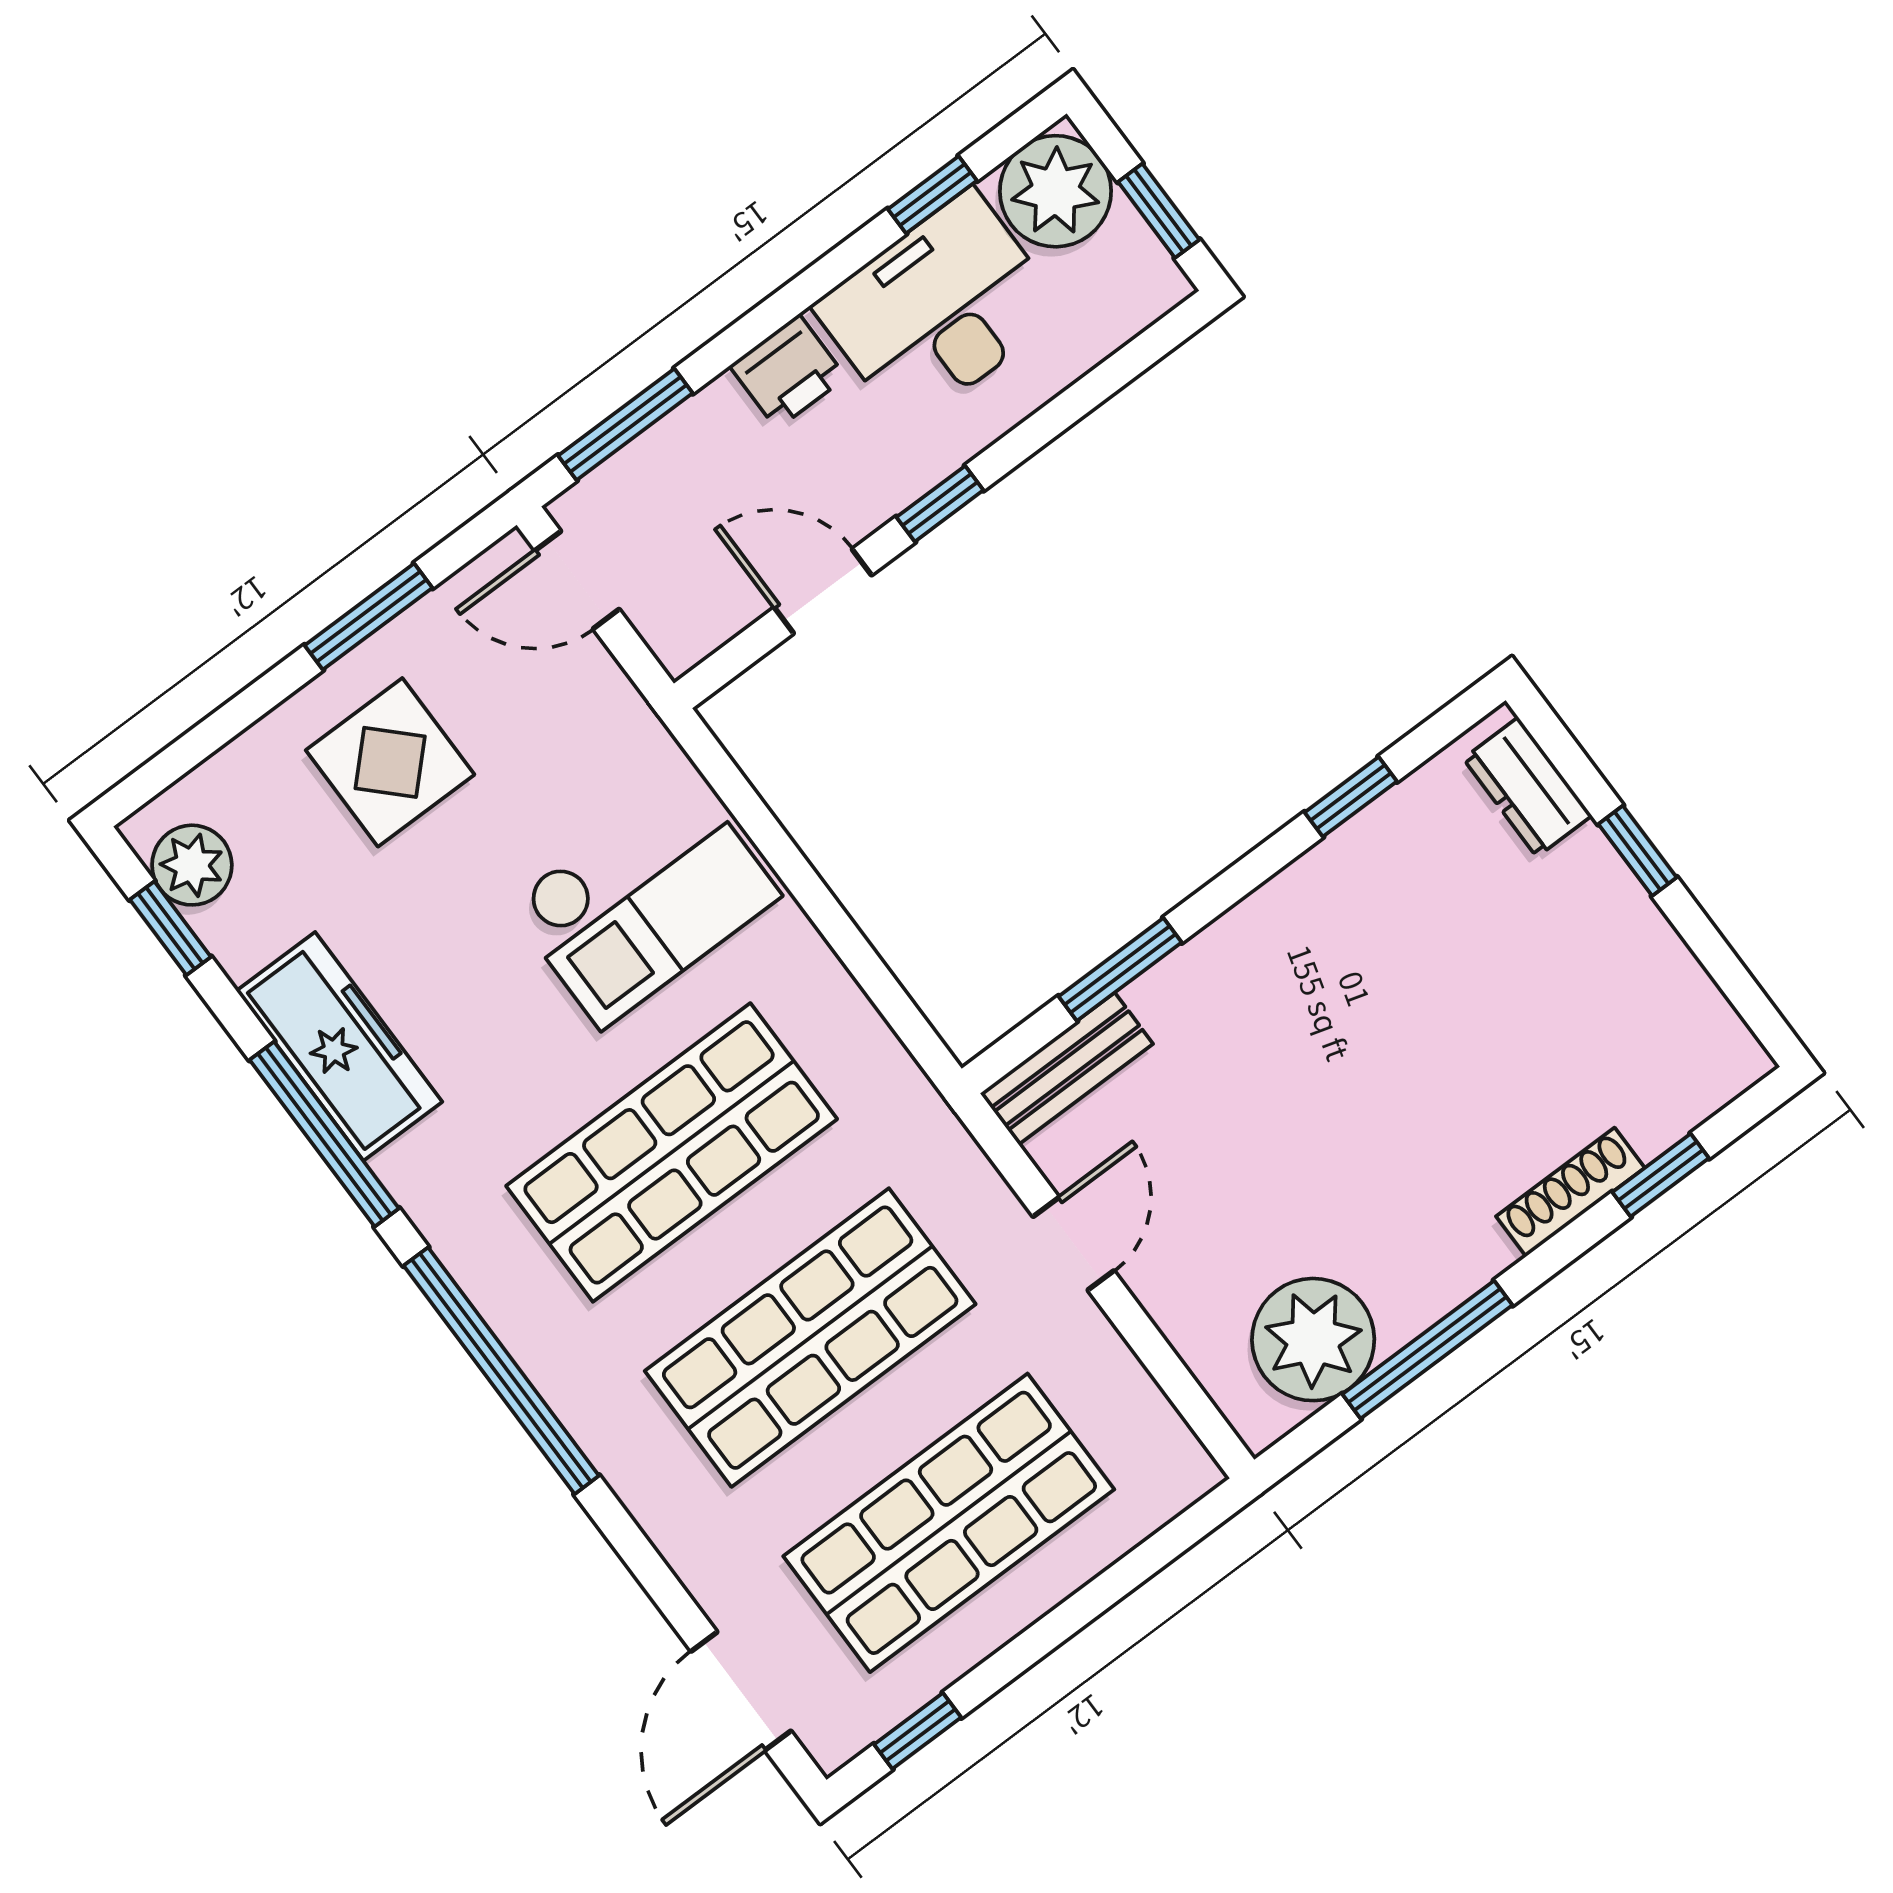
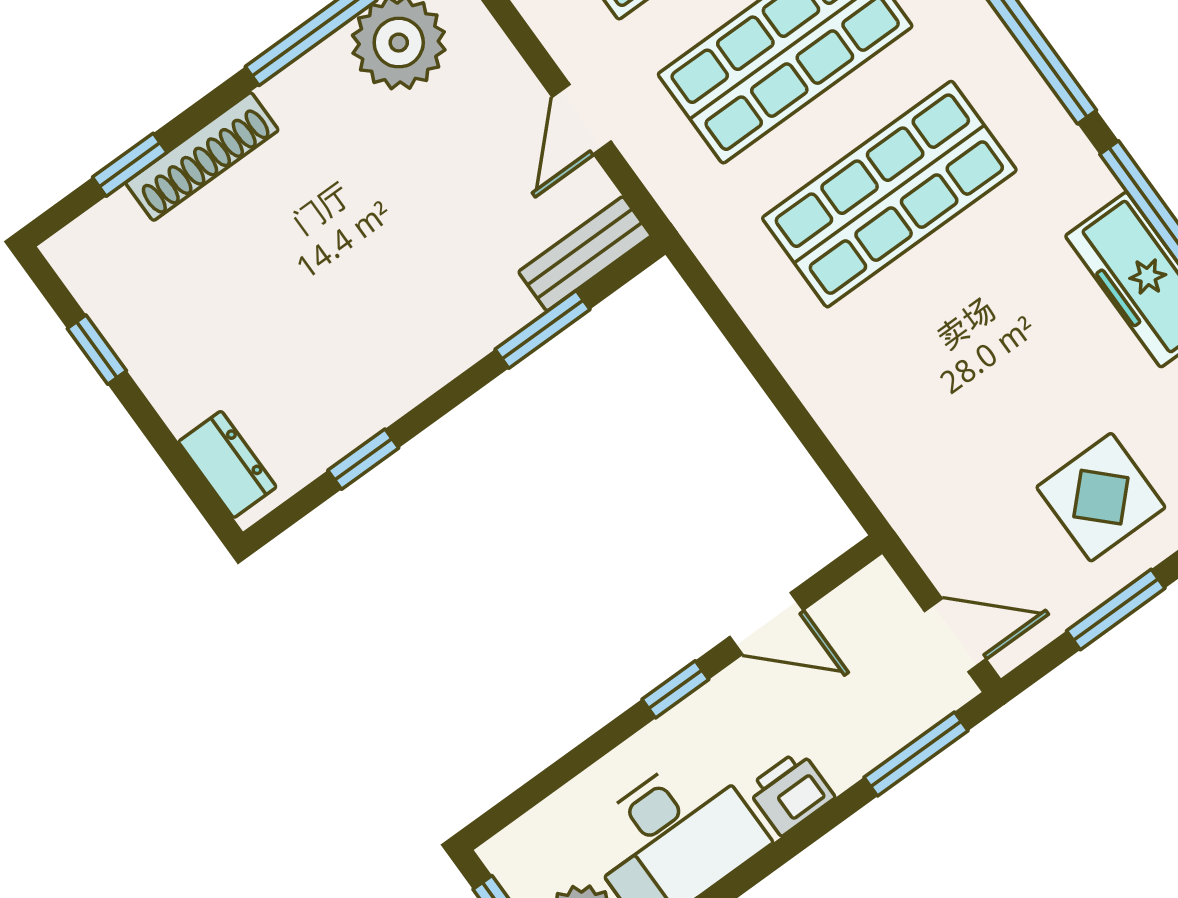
window: (1637, 851) -> (97, 350), moved
checkout: (644, 900) -> (907, 388), removed
shoe rack: (1570, 1192) -> (202, 156), width x1.36, depth x1.24

